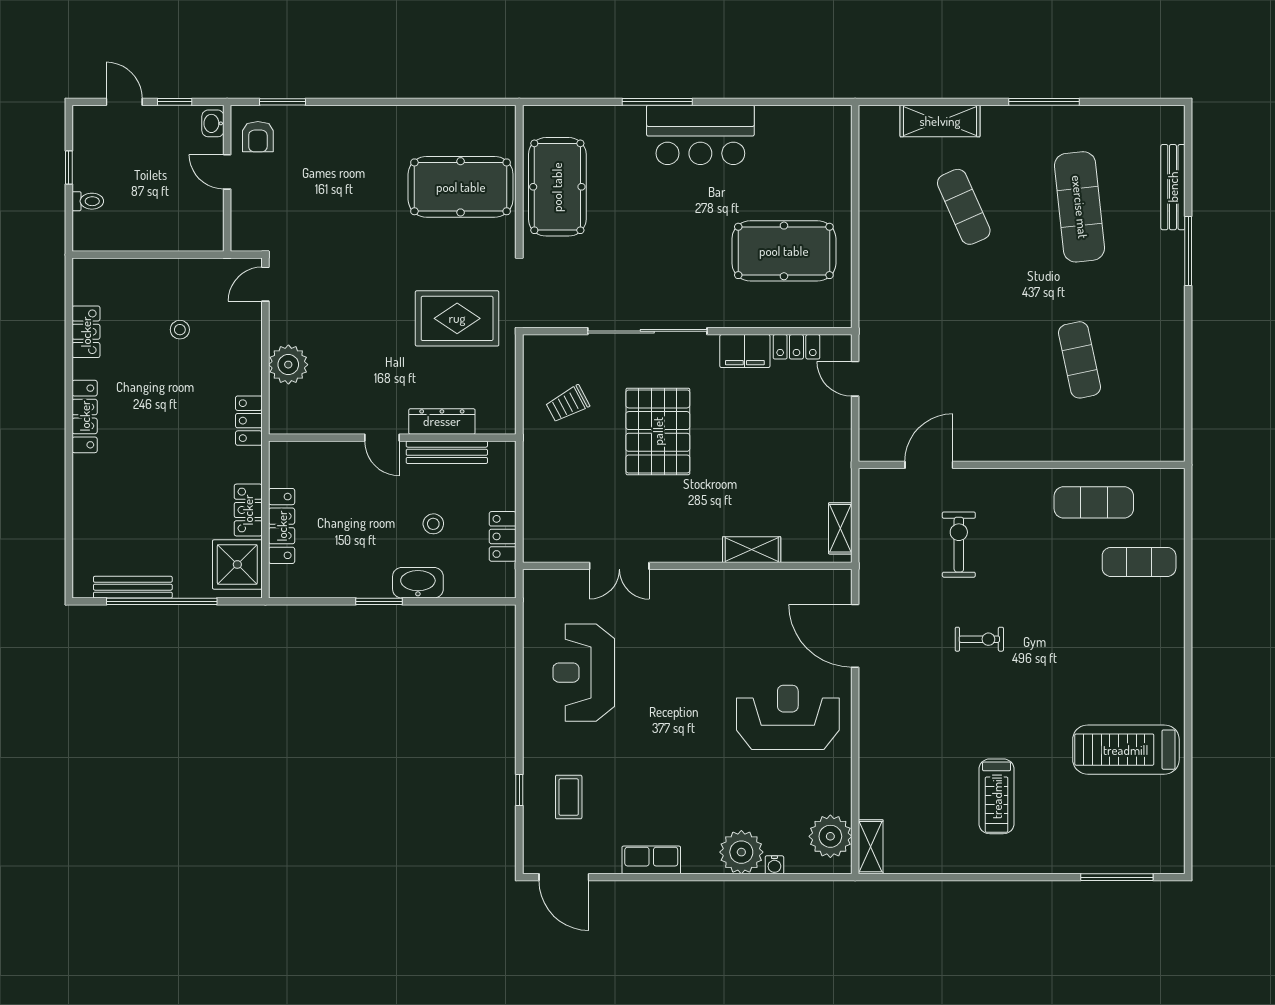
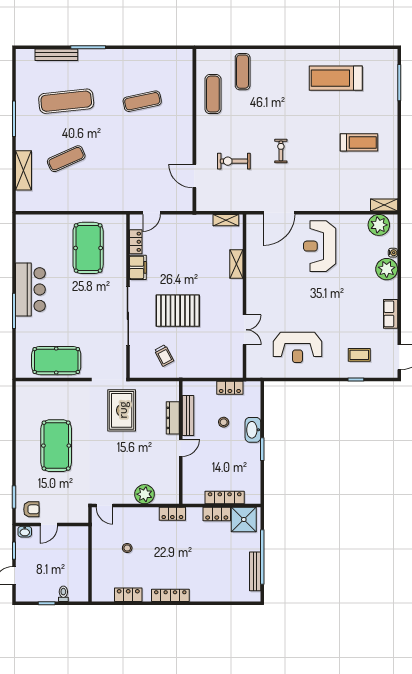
pool table: (461, 187) -> (56, 446), moved
treadmill: (1126, 750) -> (336, 78), turned 90

